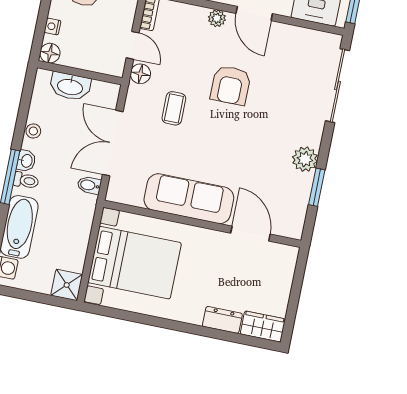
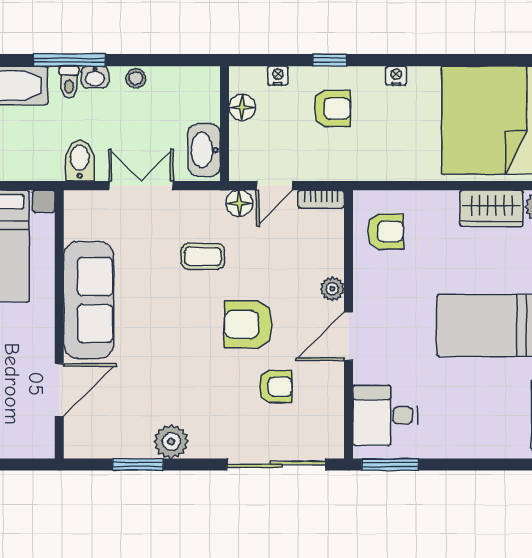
floor lamp: (50, 53) -> (242, 107), moved
armchair: (280, 74) -> (276, 387), added
washbasin: (70, 86) -> (204, 150), moved
double door: (113, 143) -> (141, 186), width x0.73
bidet: (89, 185) -> (80, 161), width x1.38, depth x1.36

